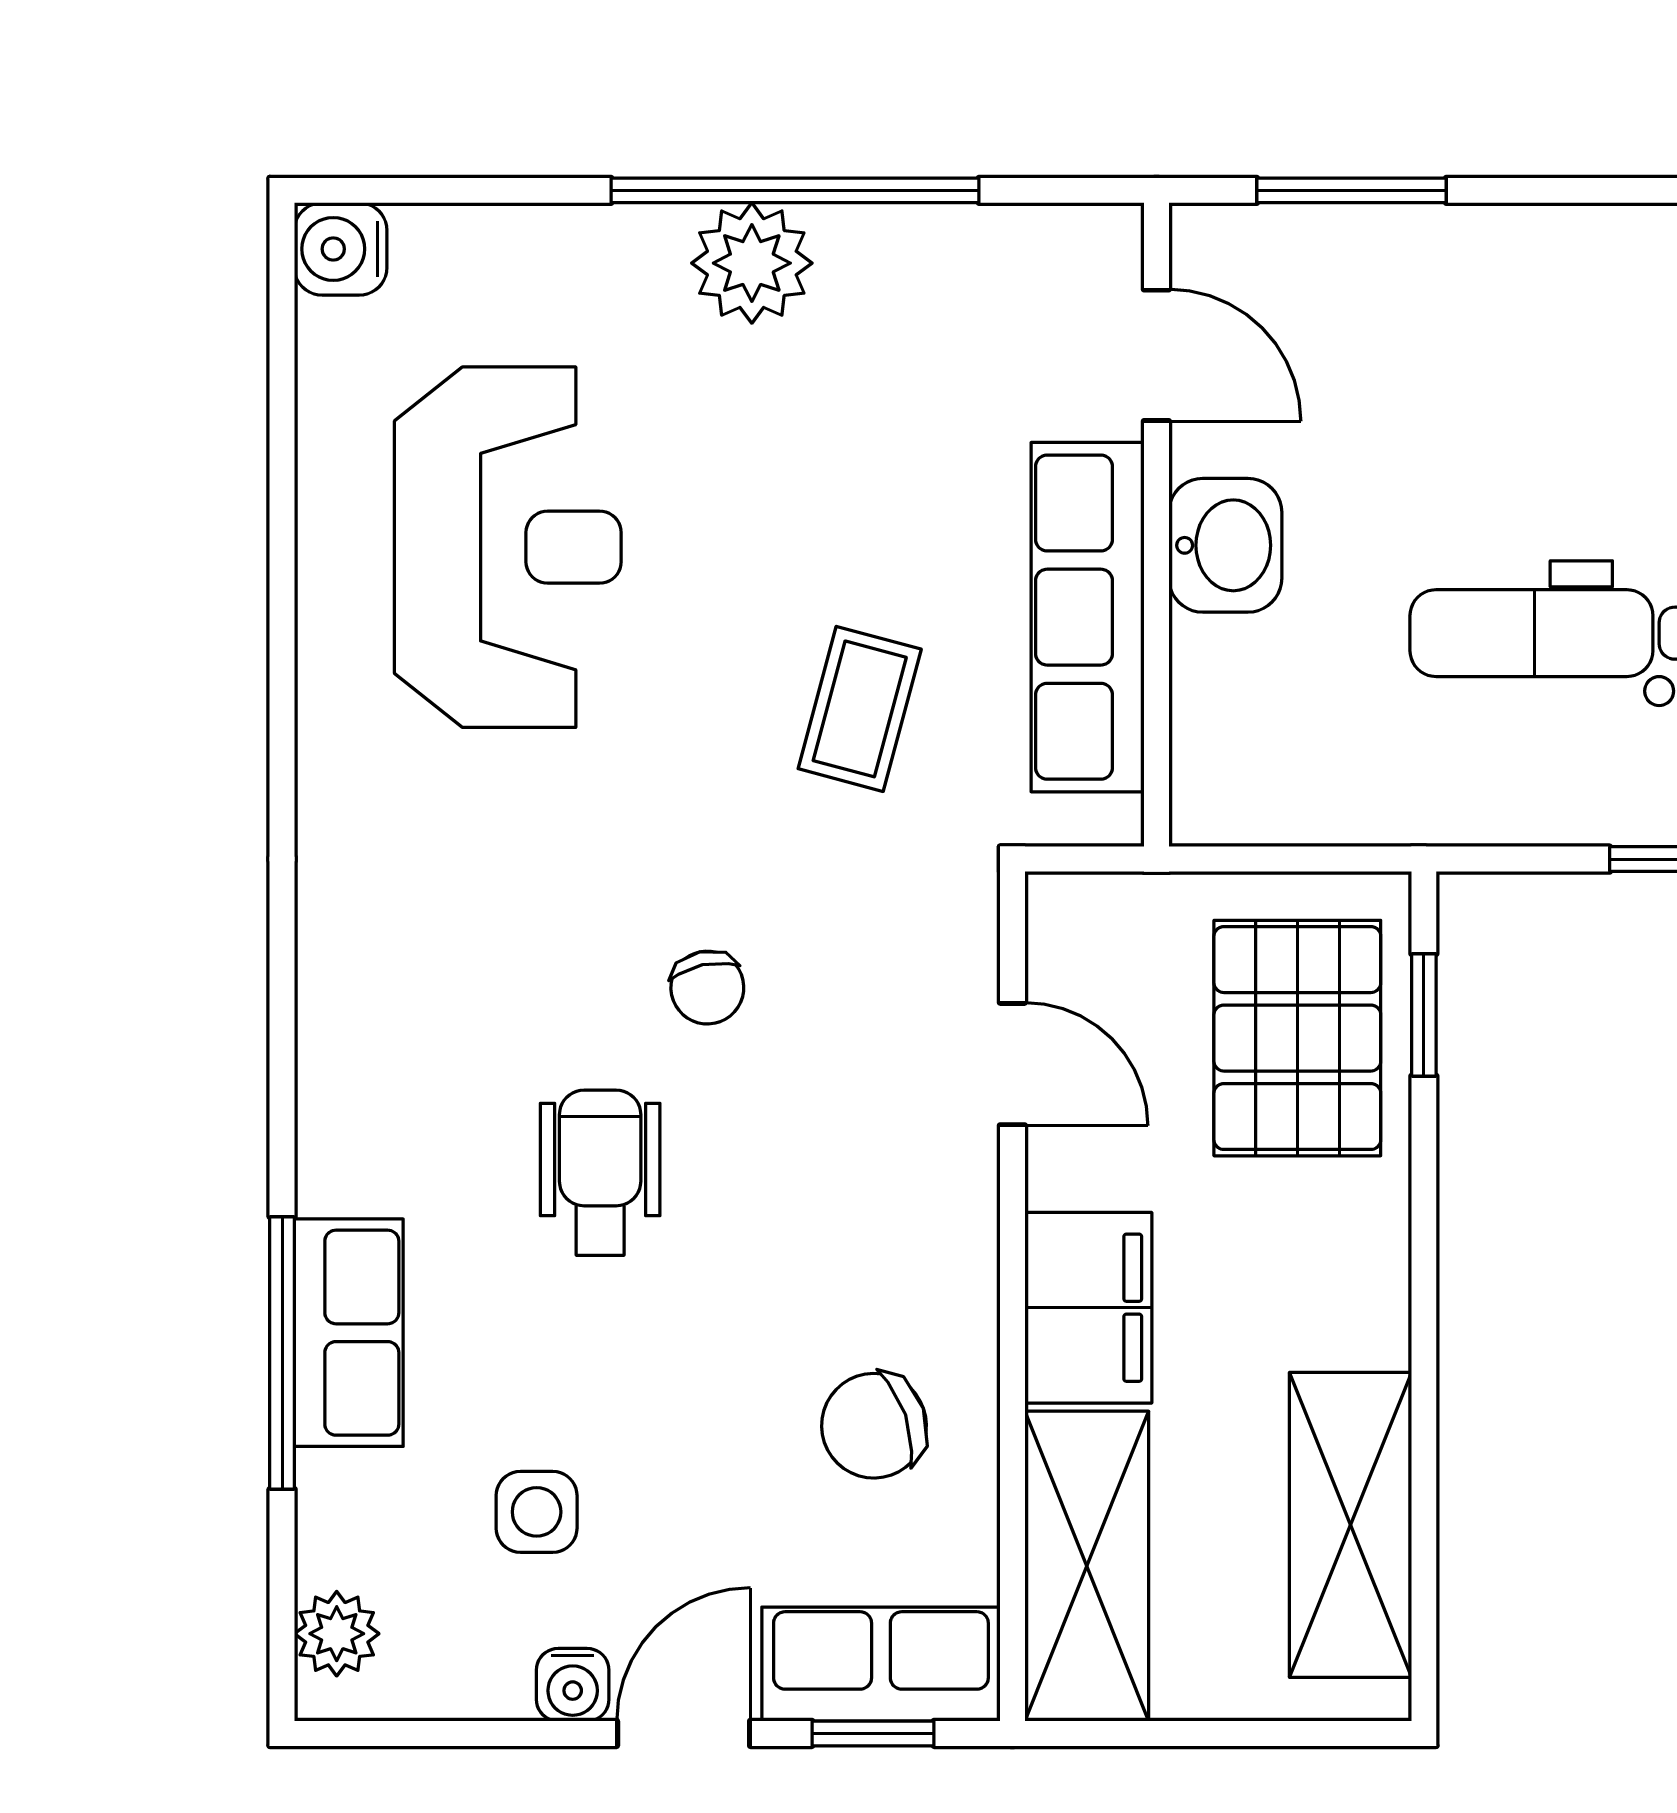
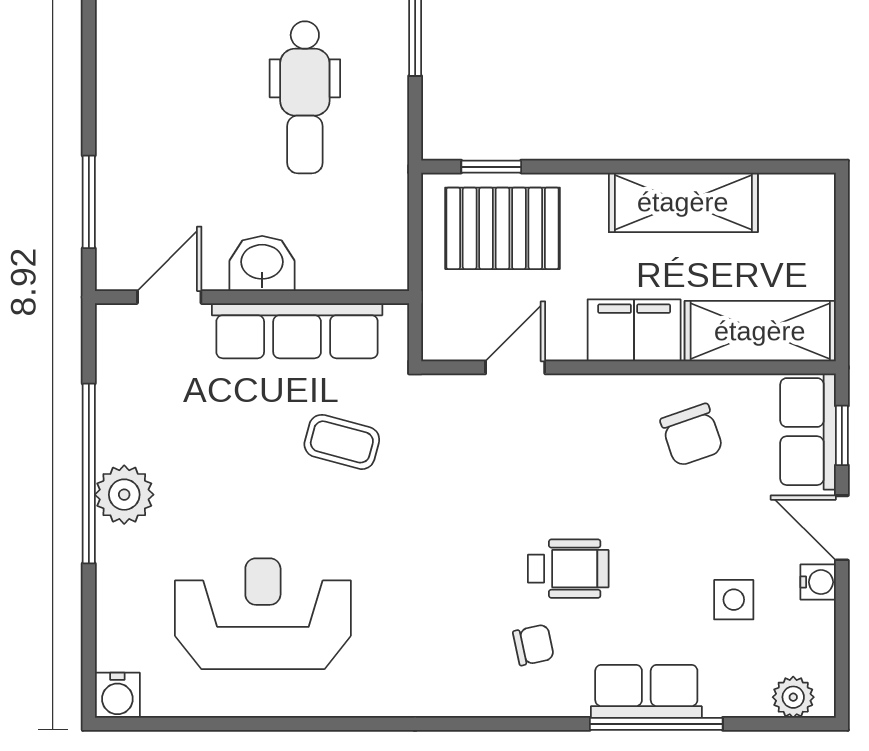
chair: (707, 988) -> (533, 645), moved
wheelchair: (600, 1173) -> (568, 569), turned 180
shelving: (1351, 1525) -> (683, 202), moved

